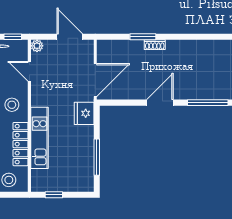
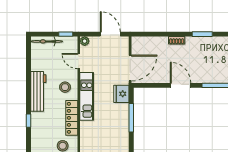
window: (143, 37) -> (202, 34), moved
door: (160, 103) -> (181, 85), hinge flipped
kitchen unit: (40, 138) -> (87, 96), moved
window: (97, 157) -> (131, 118), moved

